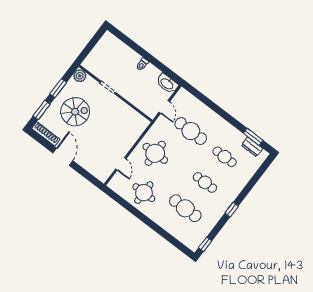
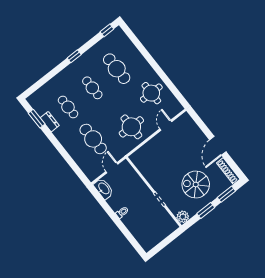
dresser: (252, 147) -> (50, 122), moved

